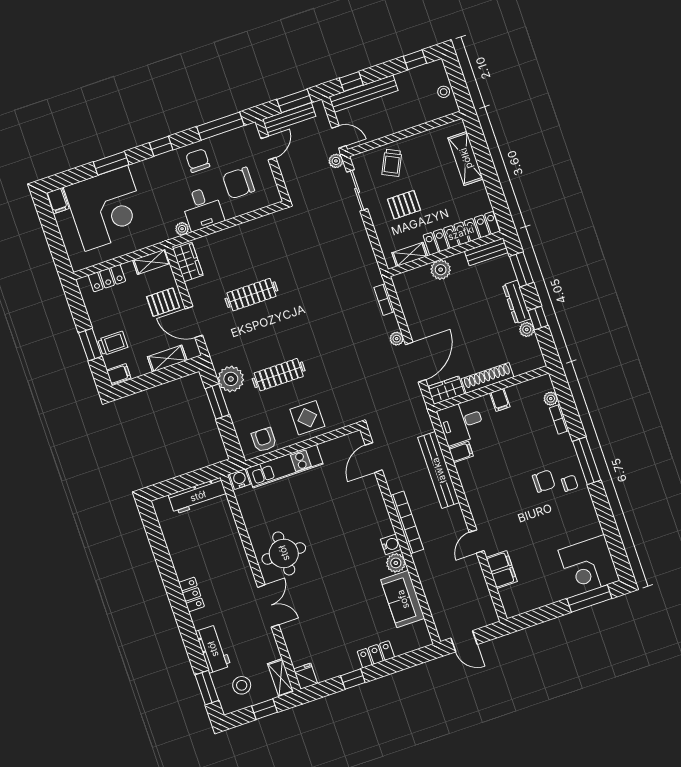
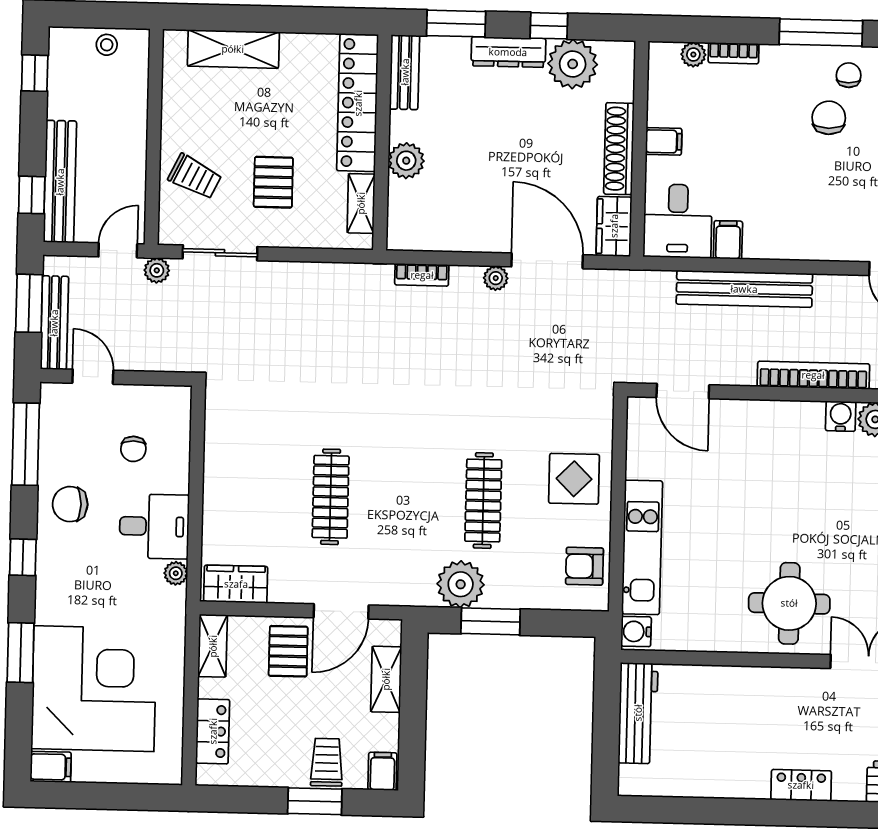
chair: (239, 183) -> (133, 449), width x0.54, depth x0.54
plant: (527, 330) -> (573, 64), width x1.87, depth x1.87

